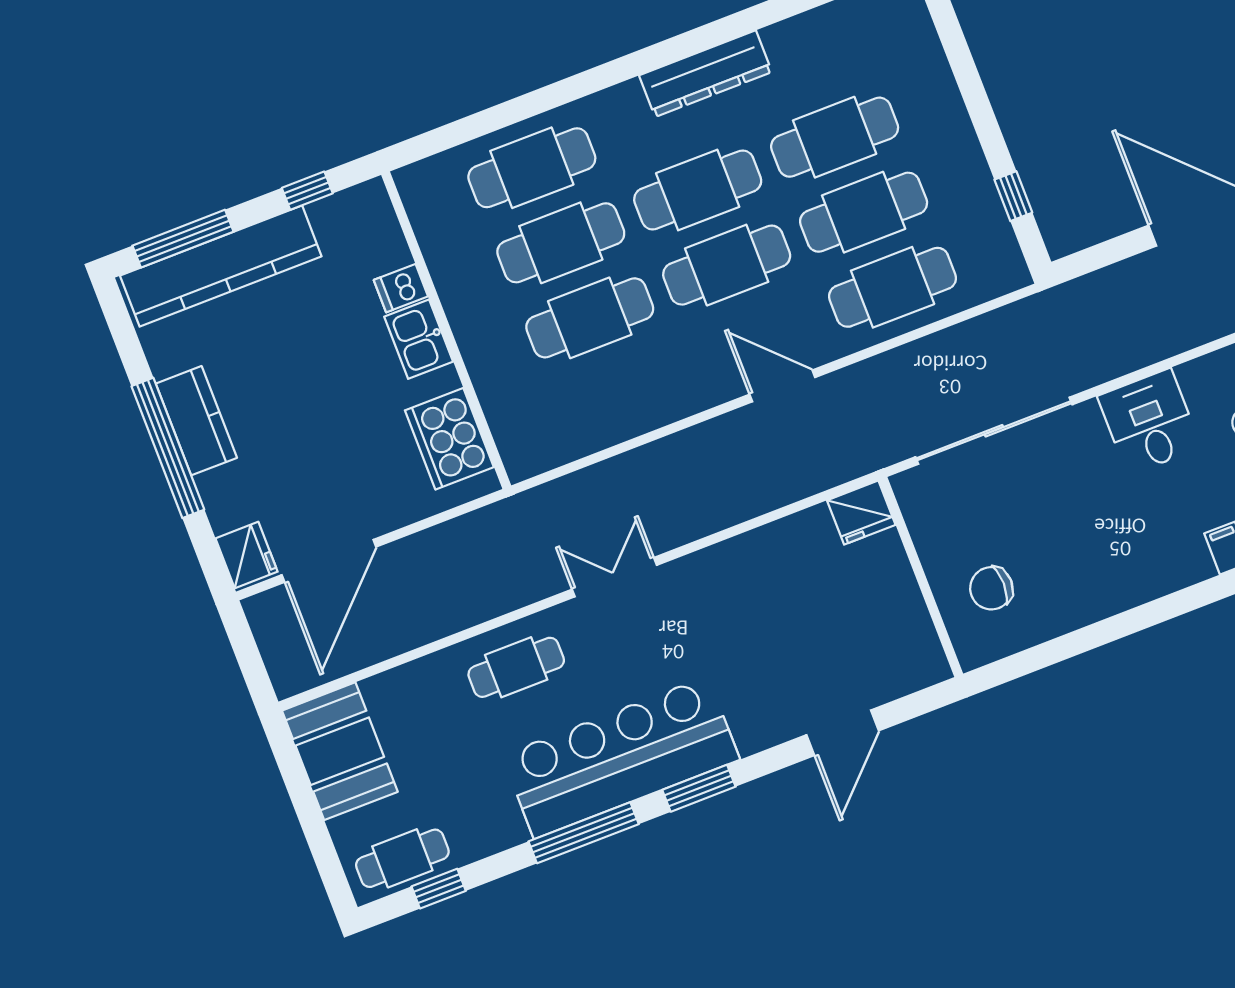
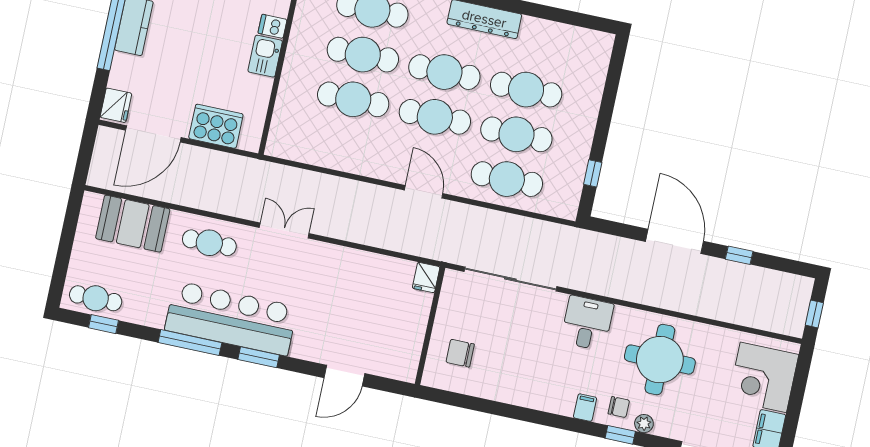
cooker: (449, 439) -> (216, 126), moved, turned 90
fridge: (861, 513) -> (426, 277), width x0.72
booth: (340, 751) -> (133, 224), moved, turned 90

